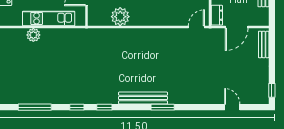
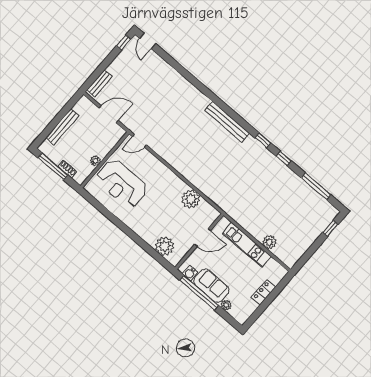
dresser: (217, 15) -> (116, 136), removed
window: (163, 107) -> (218, 102), removed
door: (232, 107) -> (148, 41), moved

